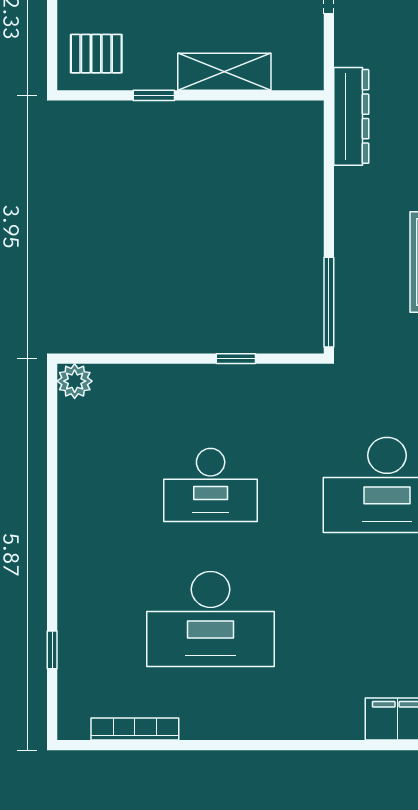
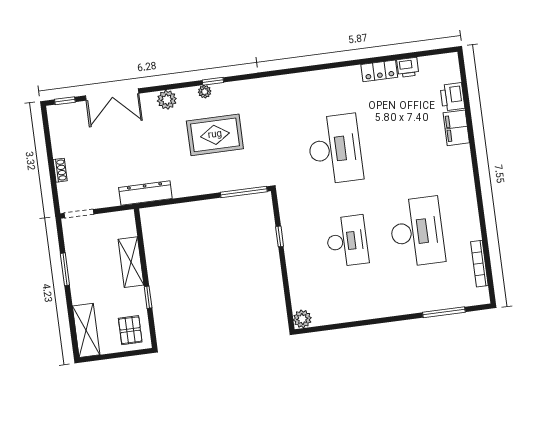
window: (52, 650) -> (444, 312), width x2.17

